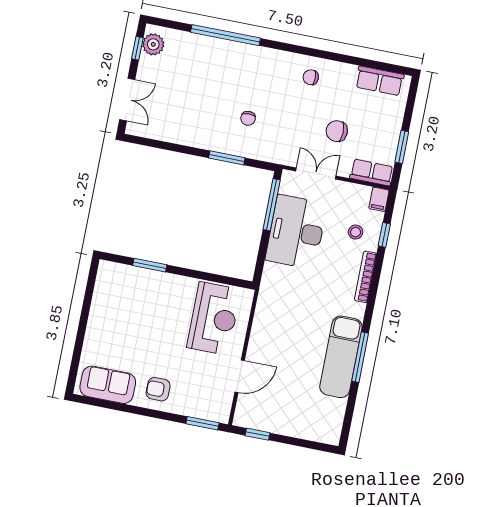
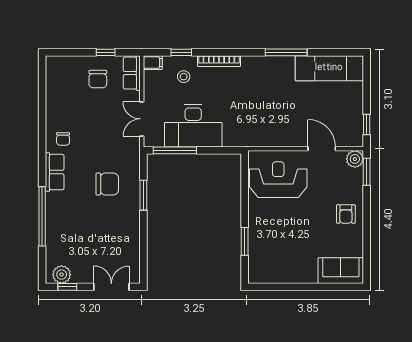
row of seats: (380, 81) -> (55, 172), moved
chair: (248, 118) -> (107, 184), width x1.87, depth x1.87
chair: (337, 131) -> (98, 79), moved
window: (402, 147) -> (106, 52), width x0.67
exam couch: (341, 357) -> (329, 68), moved
sofa: (108, 385) -> (341, 271), moved, turned 90
plant: (220, 412) -> (355, 159), added

